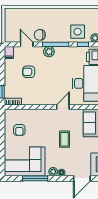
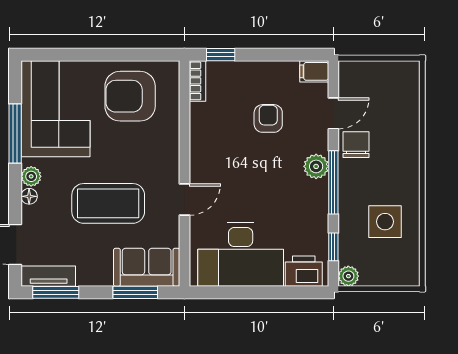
side table: (78, 32) -> (385, 222), moved
door: (63, 107) -> (184, 200), hinge flipped
armchair: (19, 130) -> (130, 96), width x1.88, depth x1.88
coffee table: (65, 139) -> (108, 203), width x1.86, depth x1.72

